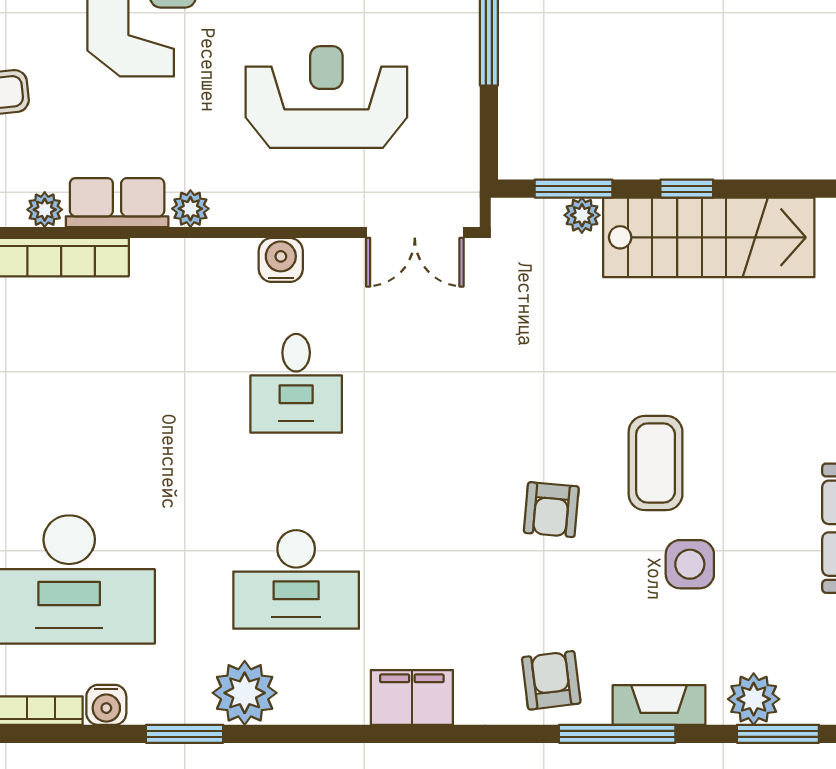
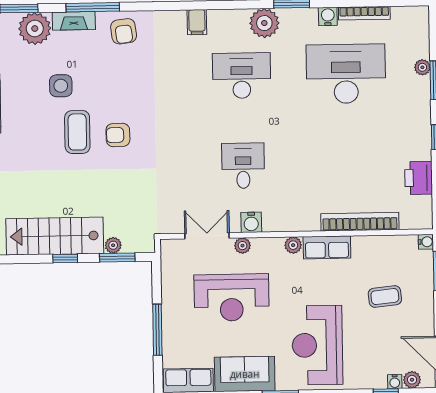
plant: (45, 210) -> (243, 246), moved
double door: (415, 232) -> (207, 236), moved
armchair: (551, 510) -> (118, 135), moved, turned -96
filing cabinet: (412, 697) -> (197, 22), width x0.50
plant: (754, 699) -> (35, 29), width x1.36, depth x1.36

